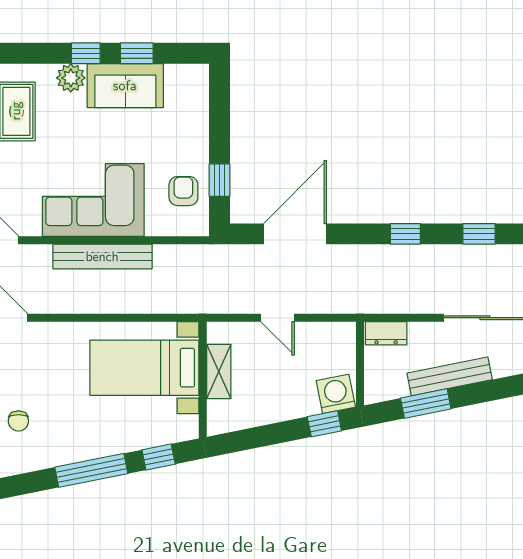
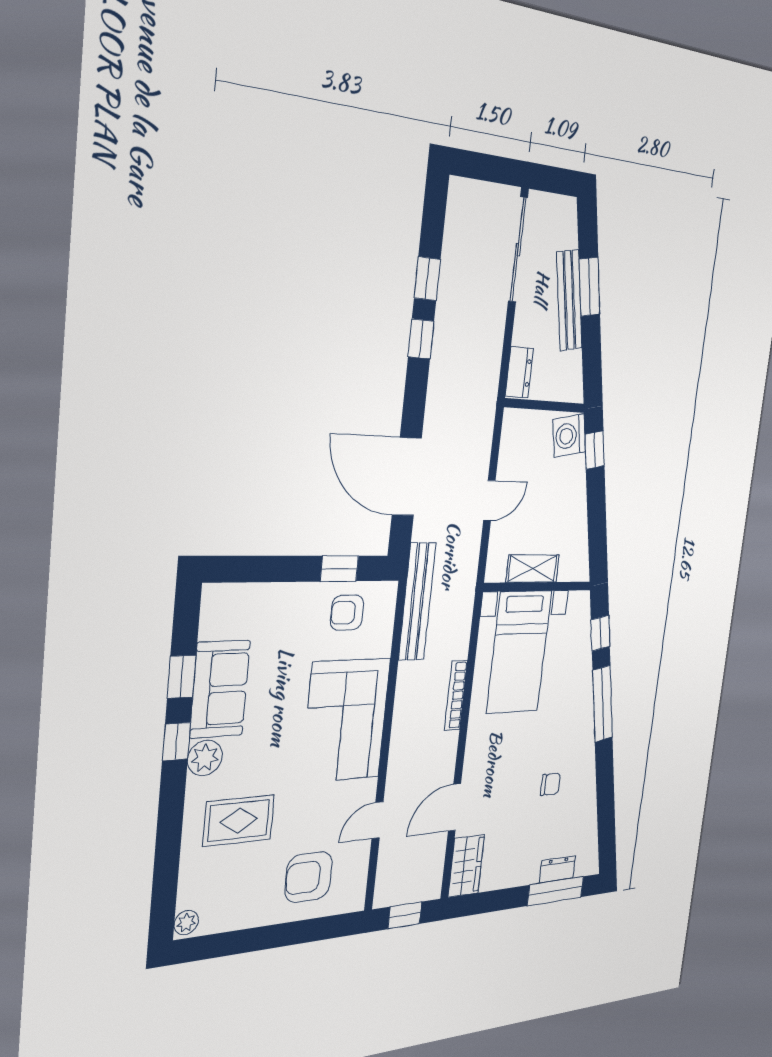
window: (479, 234) -> (427, 279), moved
bench: (102, 257) -> (417, 602), moved
bookcase: (108, 306) -> (456, 695), added
window: (426, 404) -> (589, 287), moved

